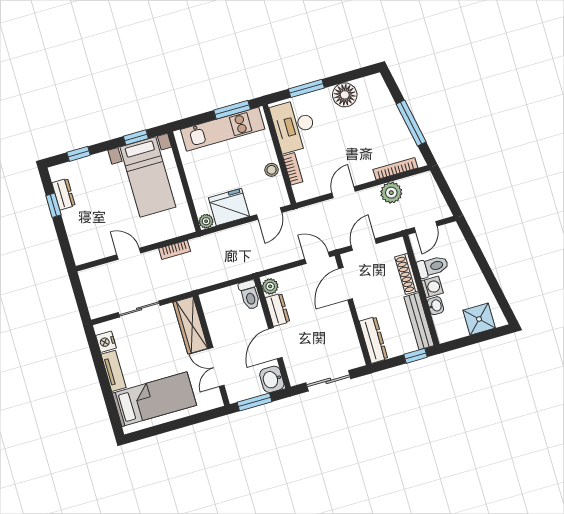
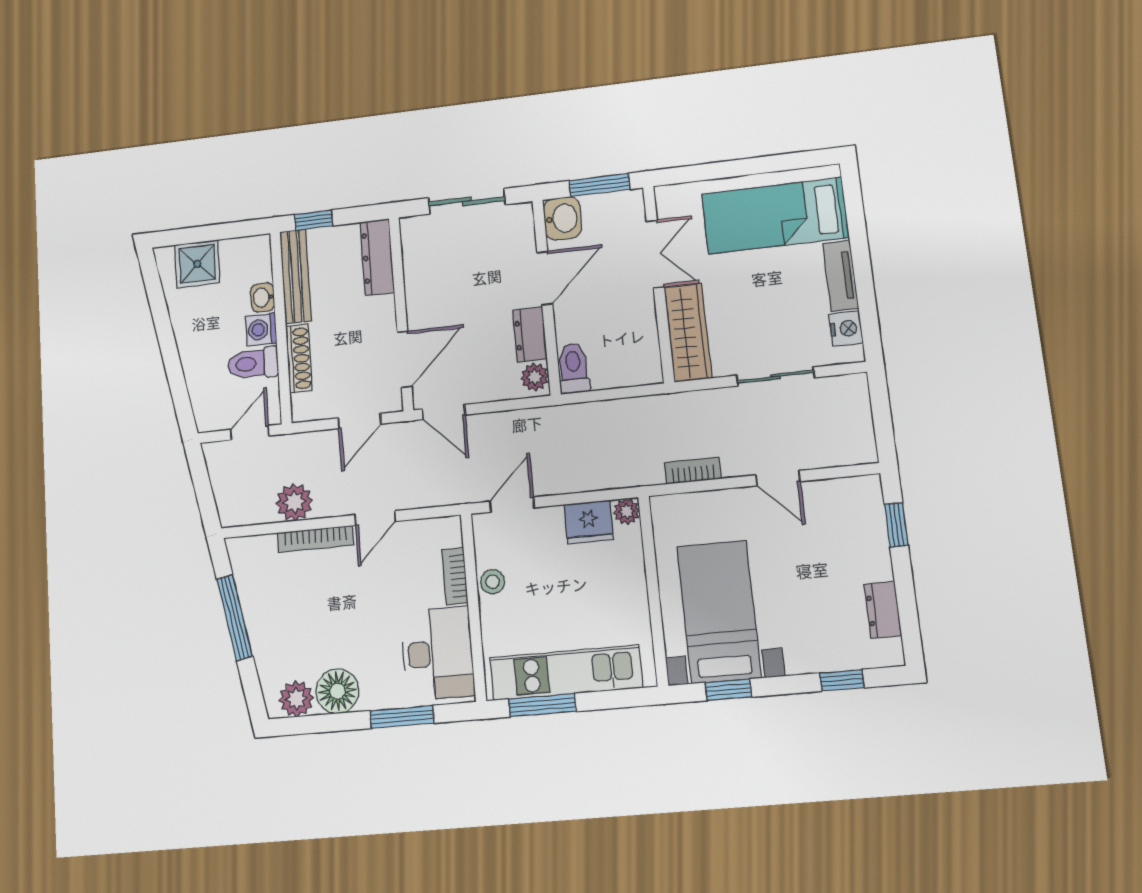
plant: (367, 86) -> (296, 699), added
bookcase: (395, 169) -> (316, 539), moved
window: (53, 205) -> (896, 525), moved
fridge: (229, 207) -> (589, 522), width x0.73, depth x0.75

